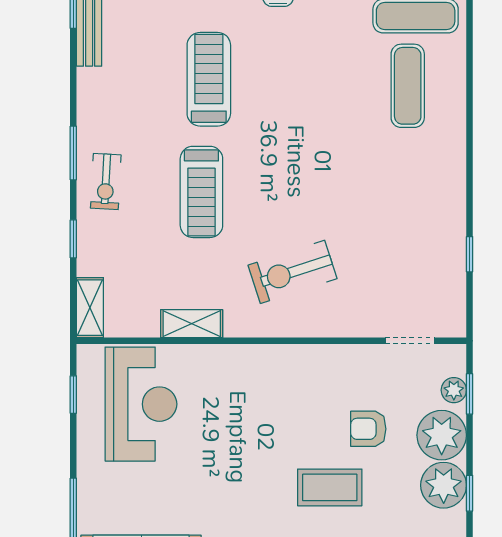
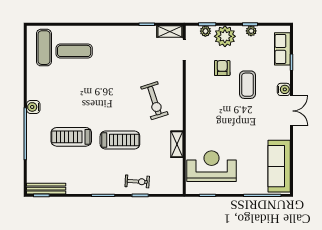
exercise bike: (106, 182) -> (137, 181), moved
shelving: (90, 308) -> (170, 31), moved
armchair: (368, 429) -> (222, 68), turned 180
plant: (444, 485) -> (251, 31), width x0.53, depth x0.53

